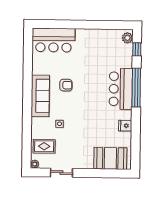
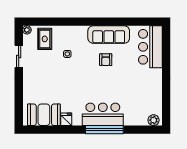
window: (137, 49) -> (142, 130), removed
sofa: (40, 96) -> (109, 35), moved
booth: (110, 158) -> (44, 115), moved, turned 90

